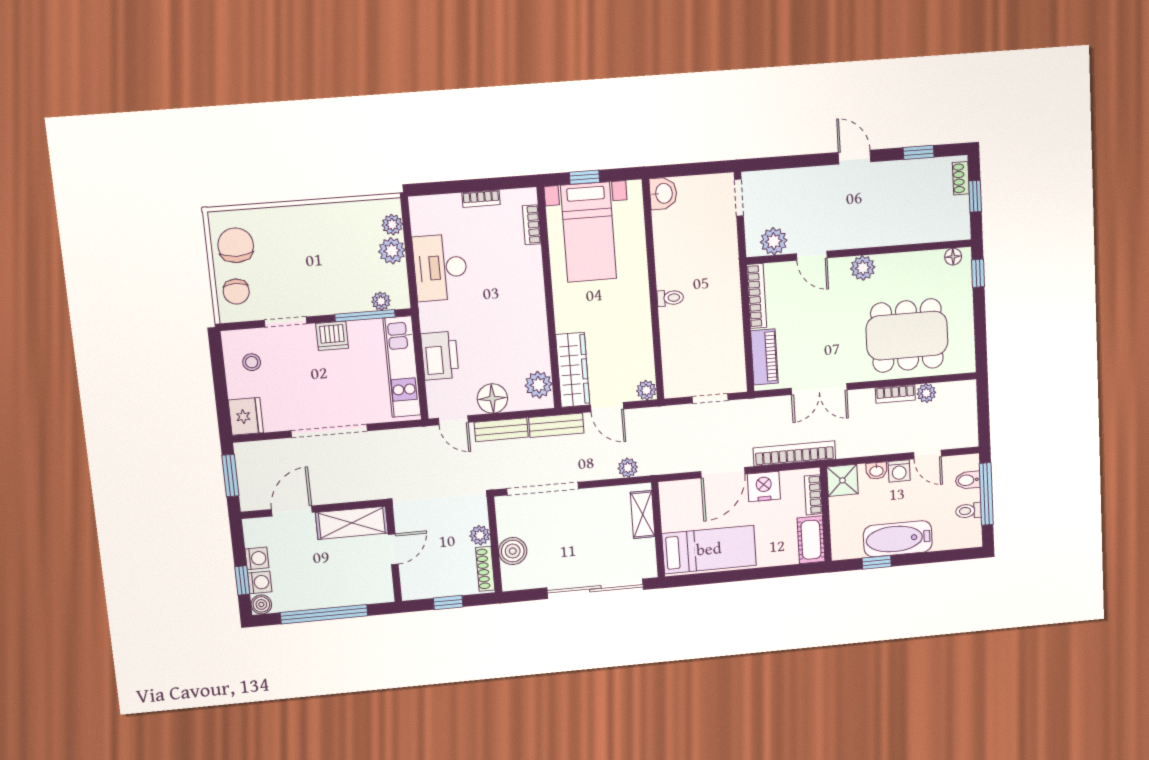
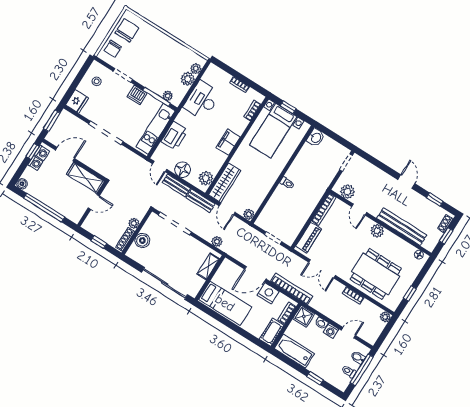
bench: (897, 233) -> (402, 227), added
window: (978, 273) -> (410, 293), moved
filing cabinet: (531, 303) -> (228, 142), added
plant: (926, 393) -> (385, 317), moved
door: (928, 454) -> (348, 333), swing flipped
bathtub: (898, 539) -> (294, 351), moved
window: (877, 562) -> (315, 378), moved
window: (242, 580) -> (33, 151), moved
washing machine: (260, 582) -> (42, 153), moved

